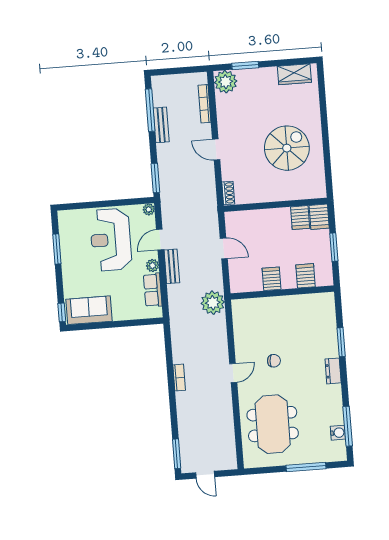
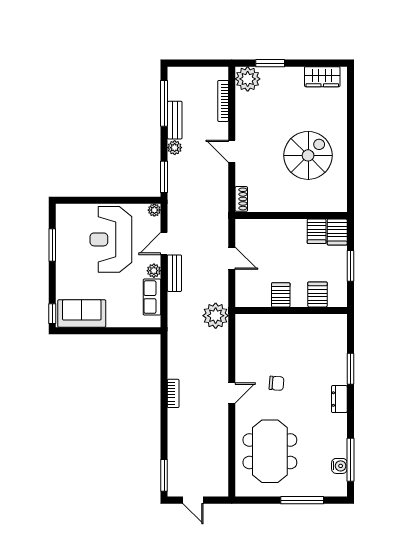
plant: (163, 150) -> (175, 148), added

